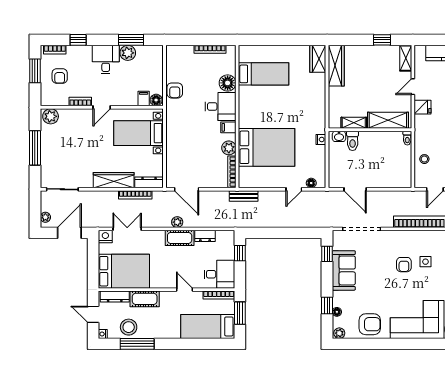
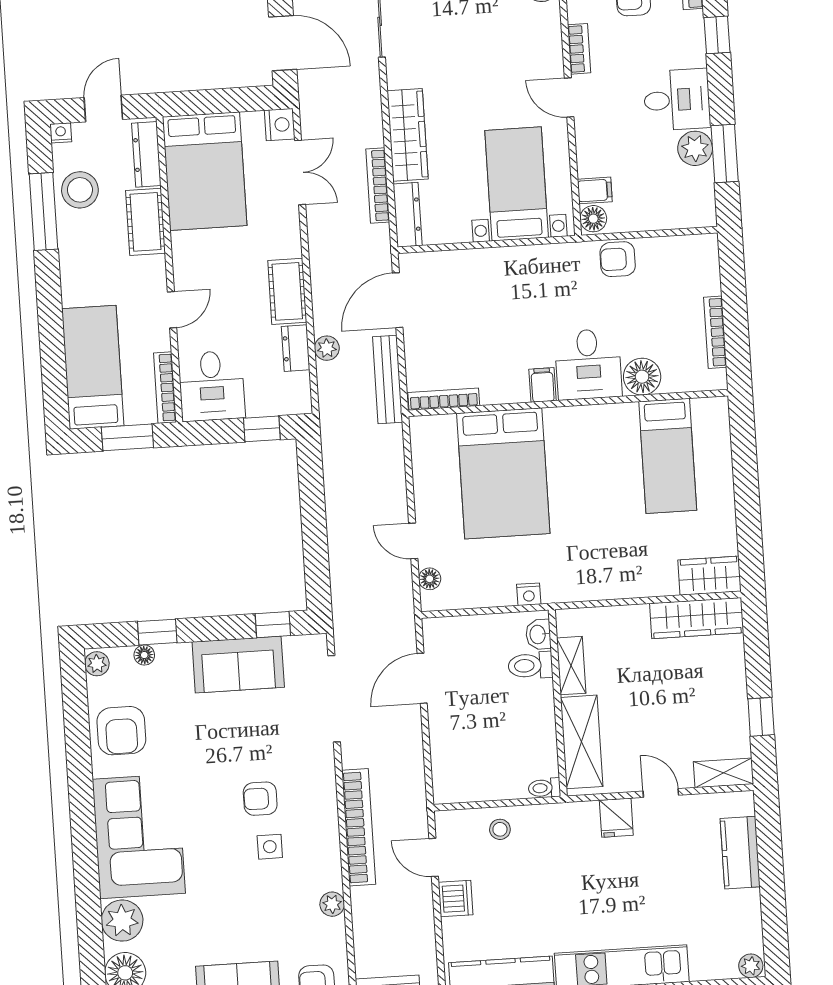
plant: (229, 148) -> (497, 389), removed
bench: (244, 196) -> (388, 380), moved, width x1.36
plant: (177, 222) -> (327, 348), moved

